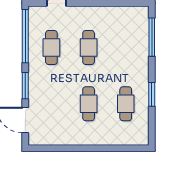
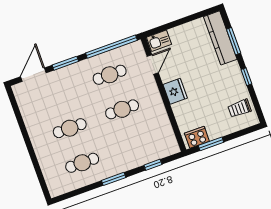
window: (152, 37) -> (153, 165), width x0.46
window: (152, 94) -> (114, 179), moved

